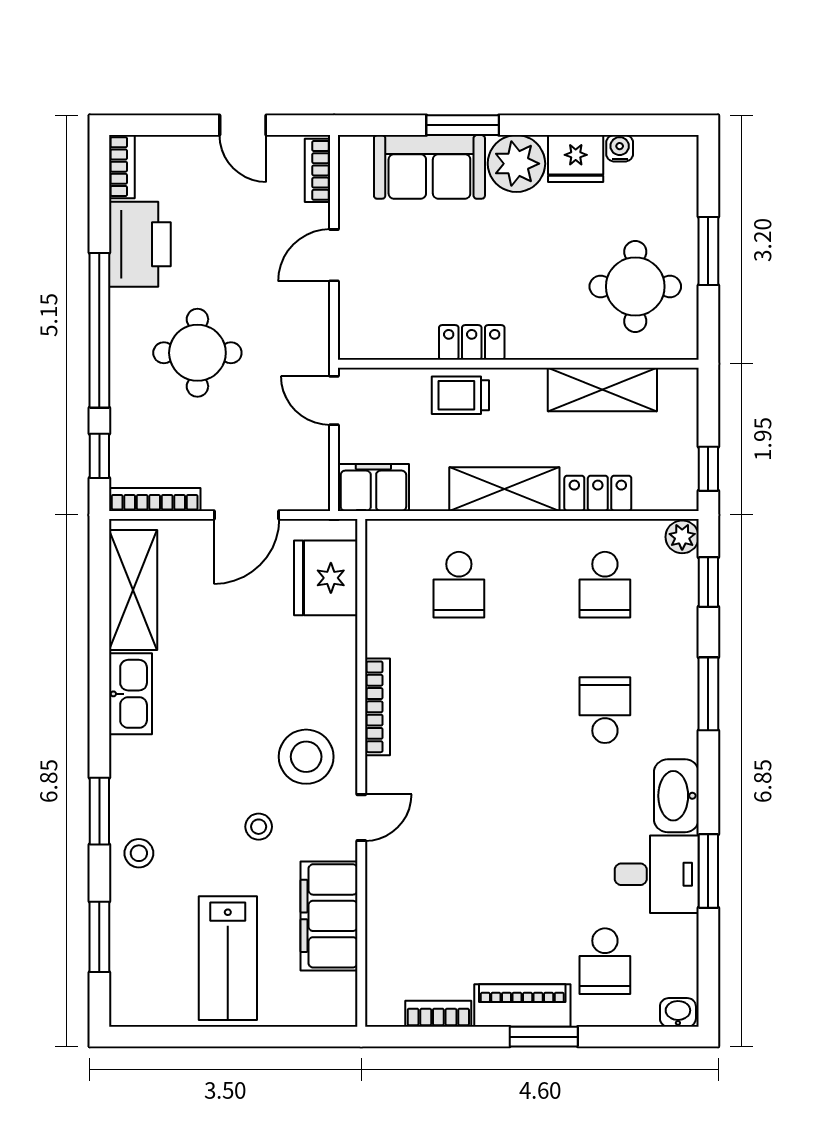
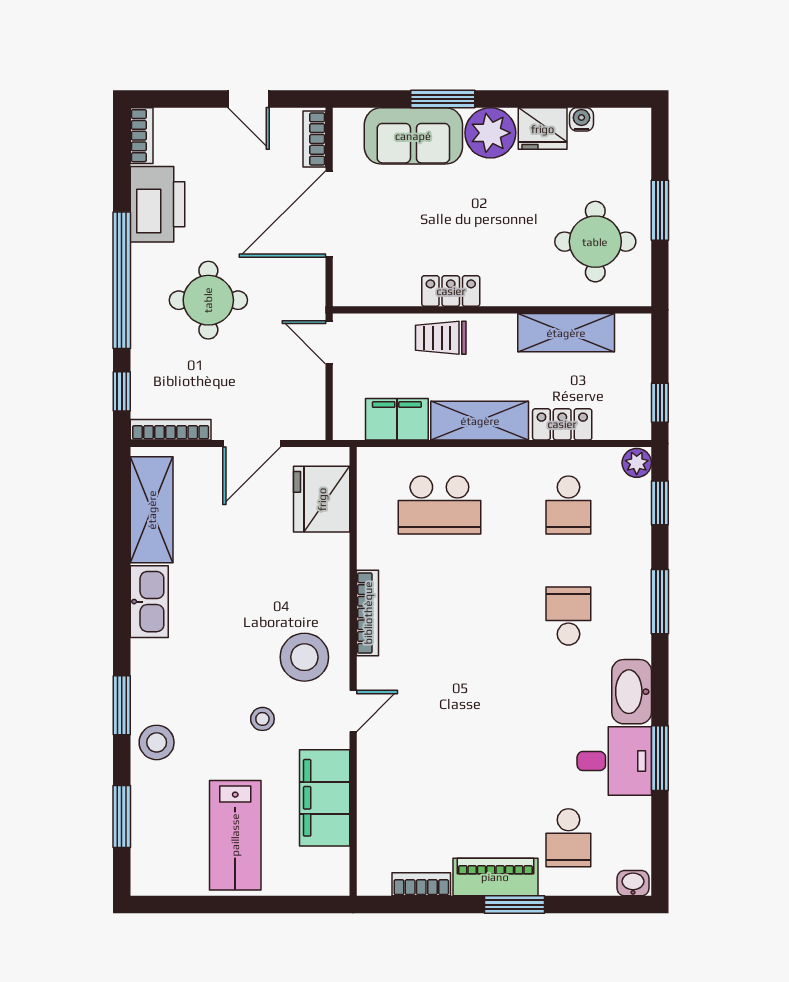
door: (334, 255) -> (329, 214), width x1.87
filing cabinet: (373, 487) -> (397, 419), moved
school desk: (459, 585) -> (439, 505), width x1.85
stool: (139, 853) -> (157, 742), width x1.37, depth x1.37

